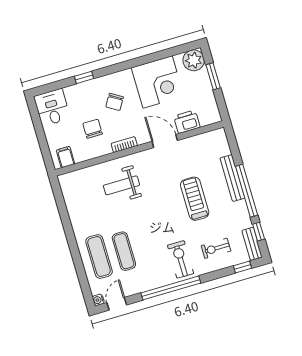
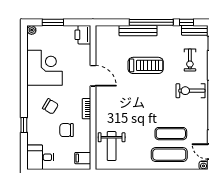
plant: (194, 60) -> (32, 30), width x0.53, depth x0.53
printer: (187, 122) -> (83, 35), moved
door: (165, 141) -> (93, 76), swing flipped
weight bench: (121, 185) -> (112, 146), moved
treadmill: (195, 199) -> (146, 65), turned 180

